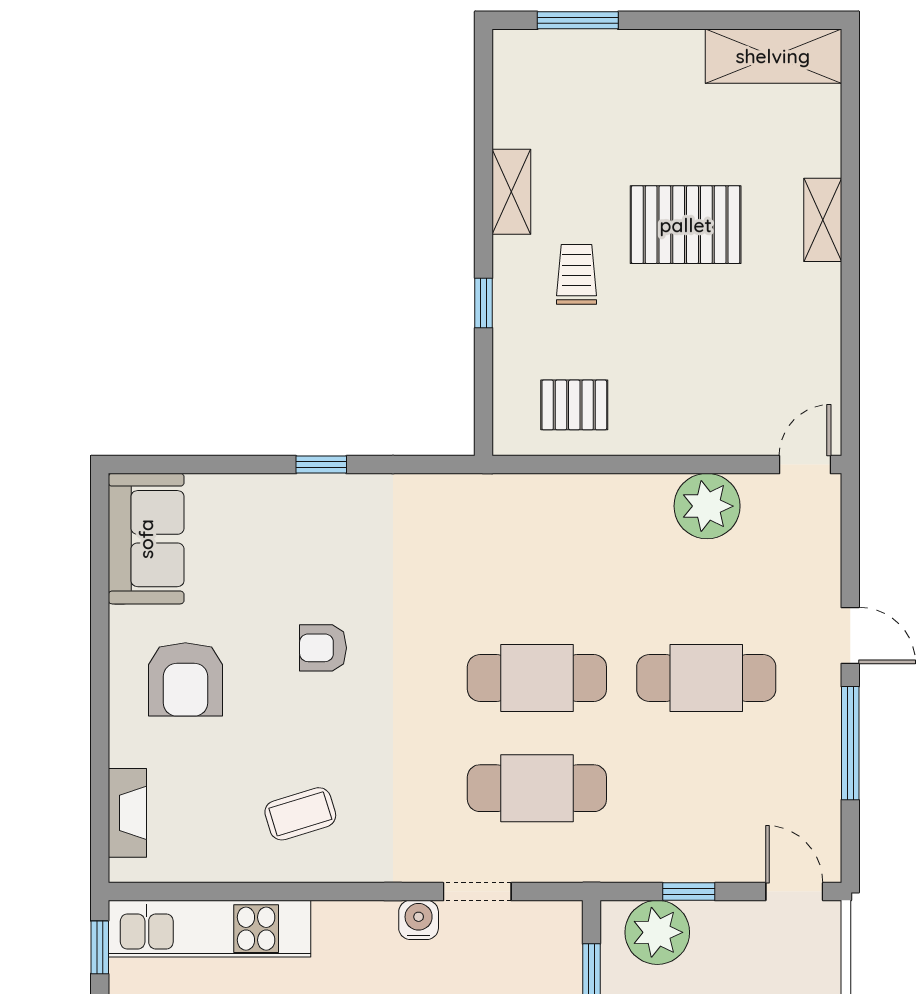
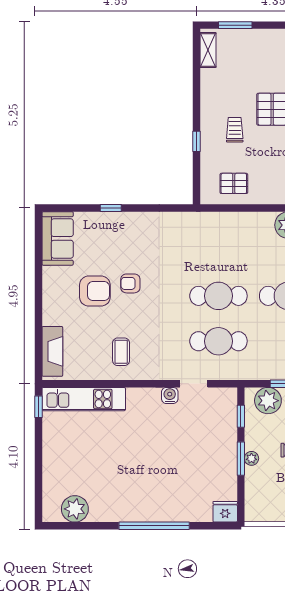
shelving: (511, 192) -> (208, 50), moved
window: (321, 465) -> (111, 208), moved
armchair: (185, 679) -> (95, 291), moved, turned -90
fireplace: (127, 813) -> (52, 351), width x1.37, depth x1.32
coffee table: (300, 814) -> (121, 352), turned -73

